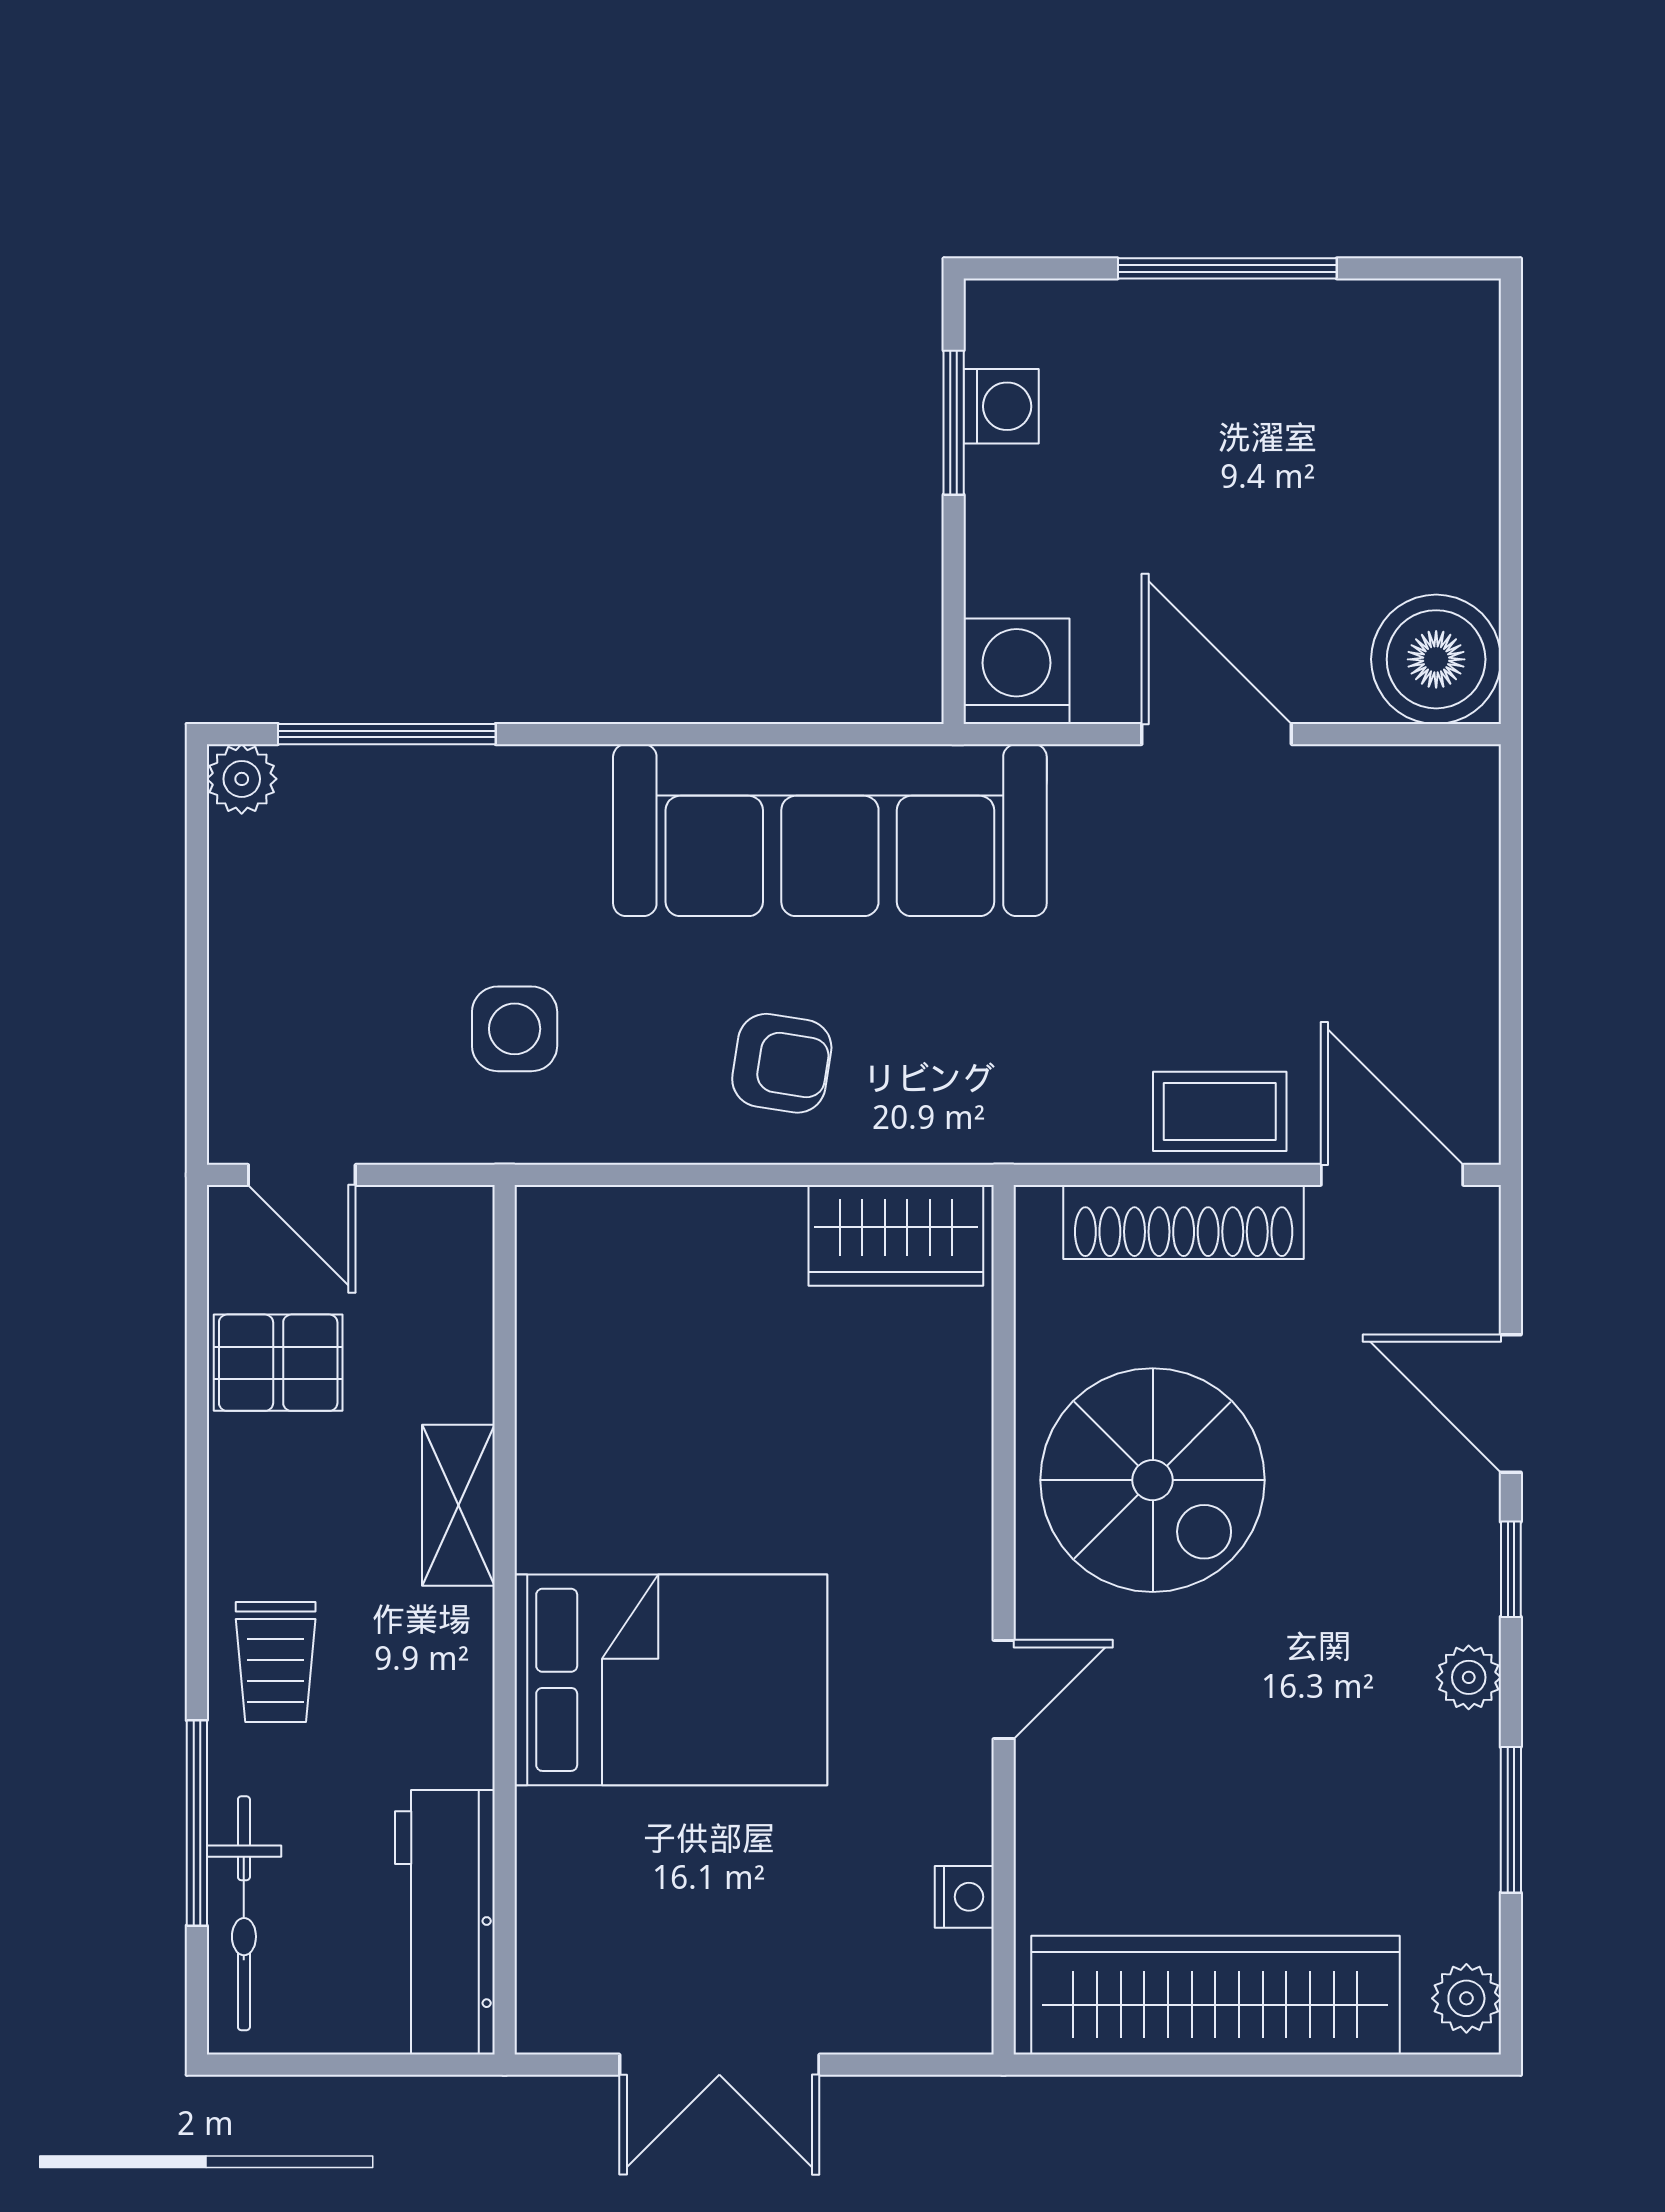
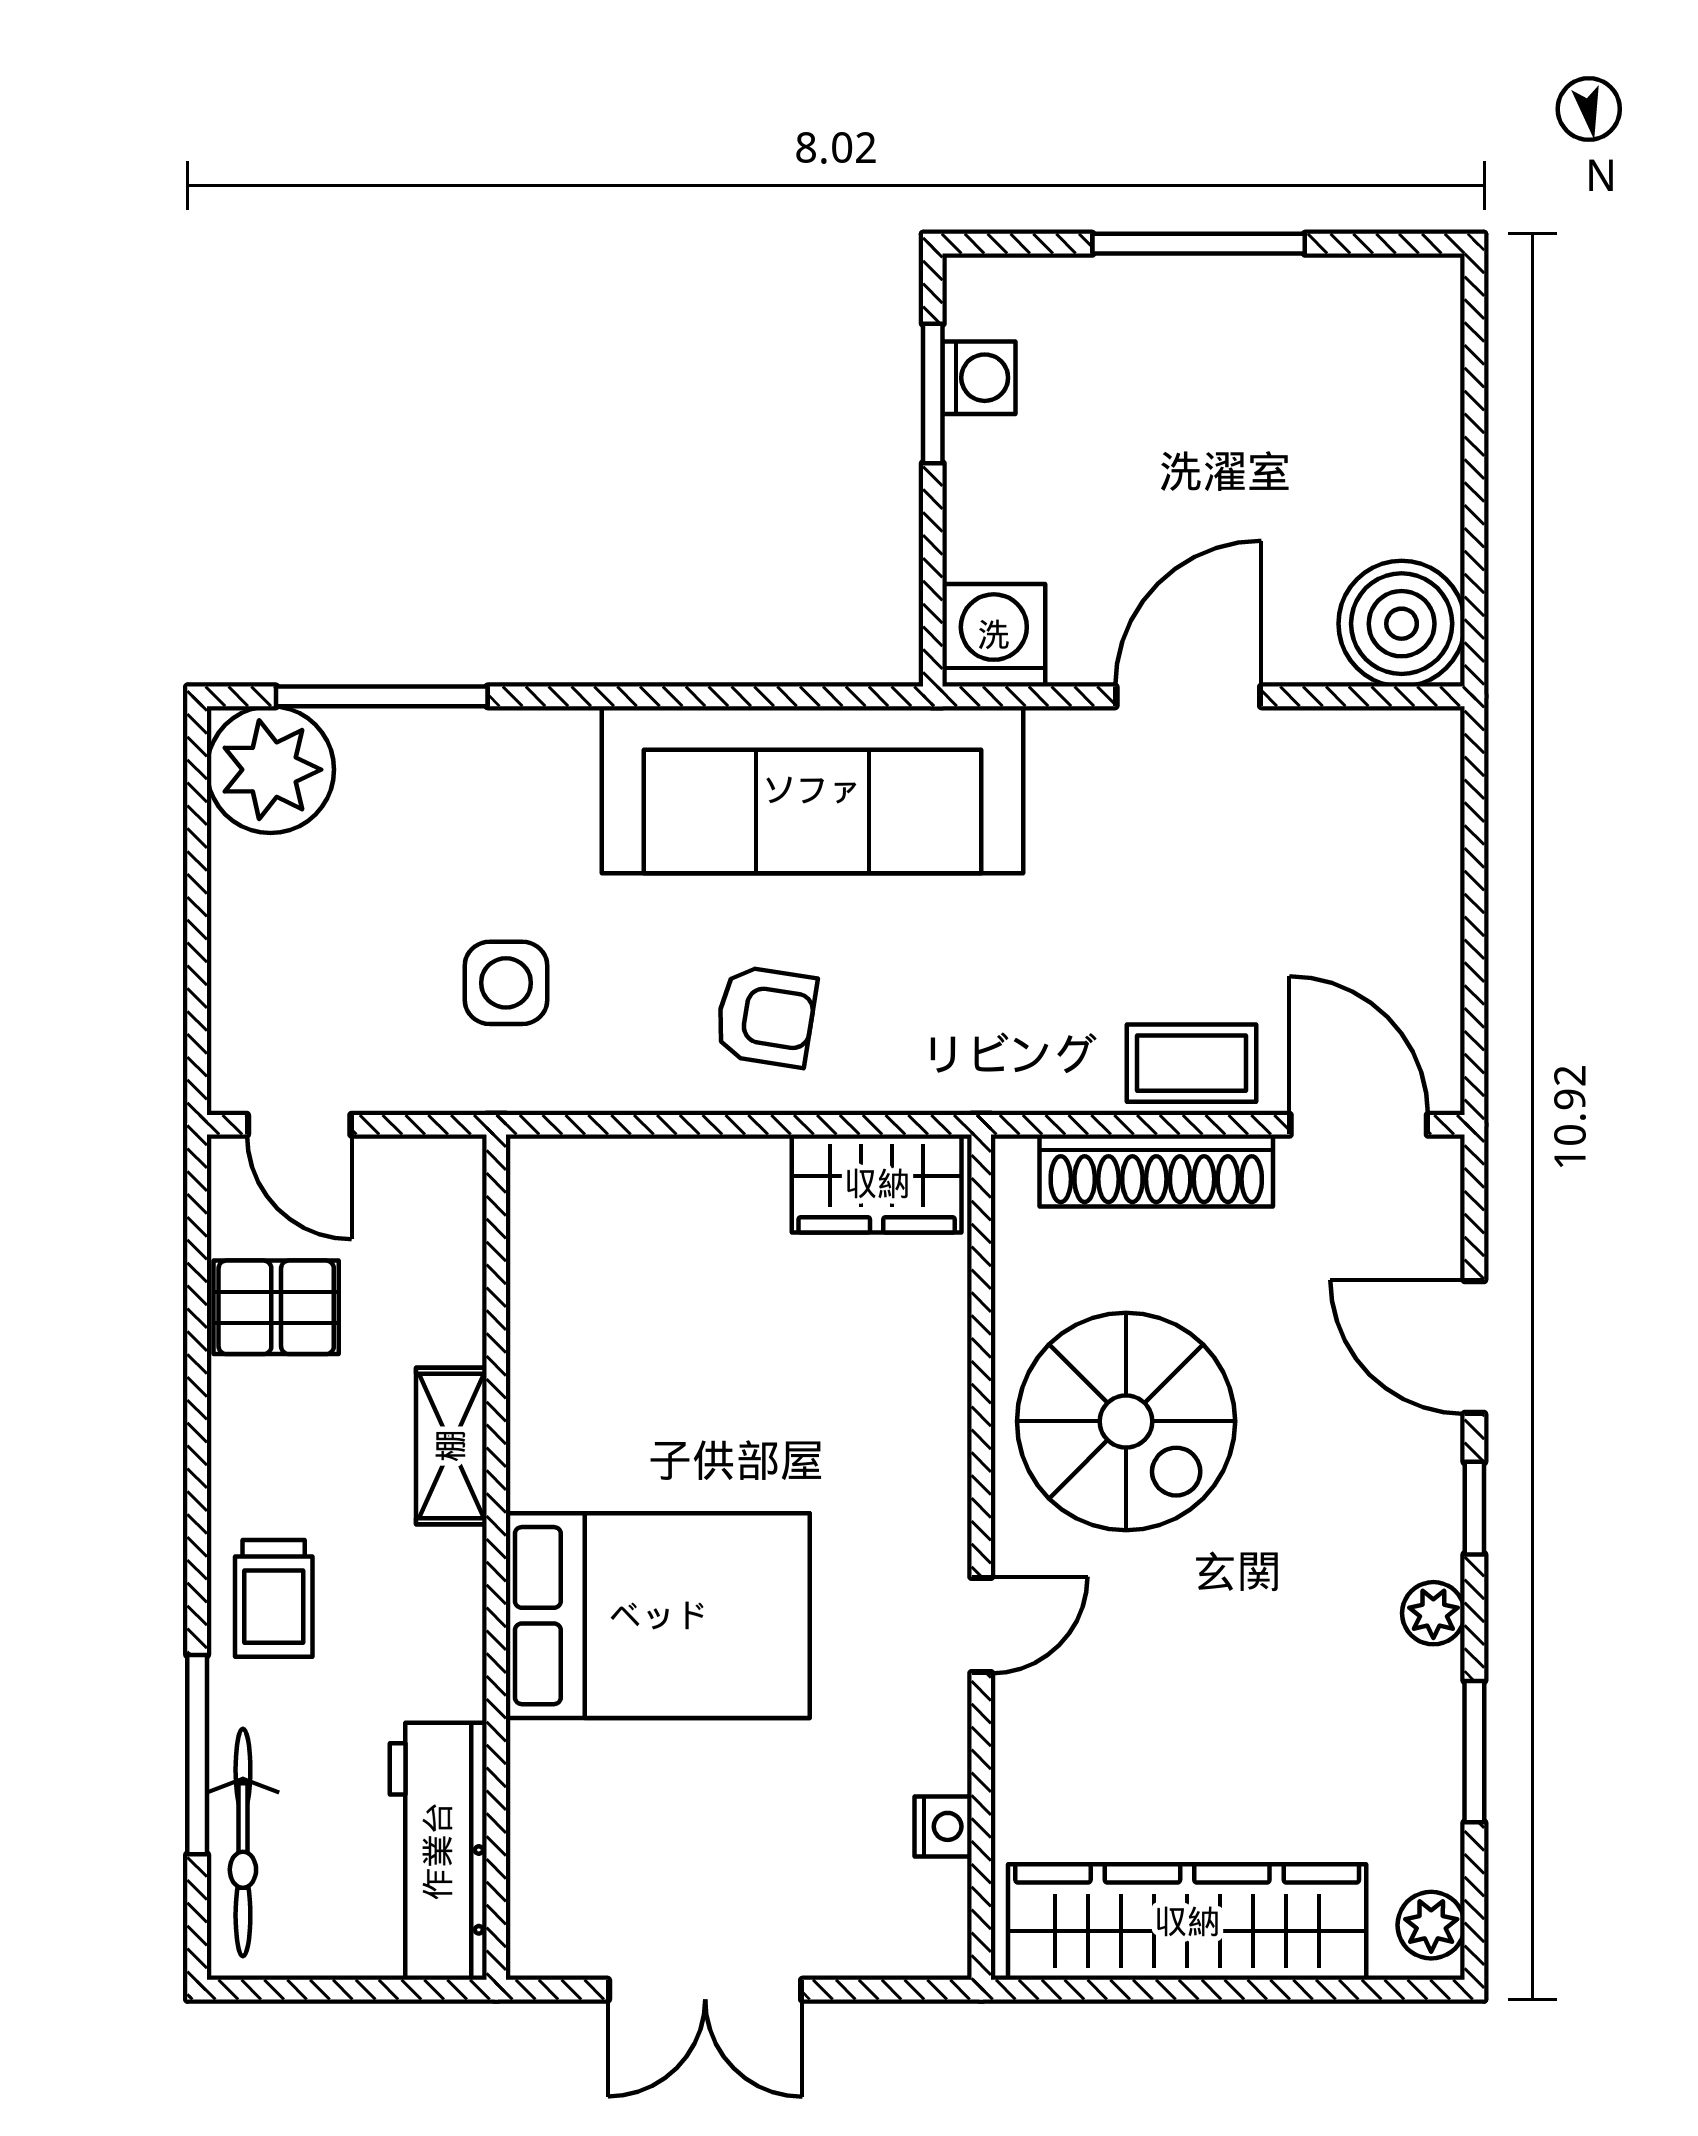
door: (1217, 734) -> (1188, 696), hinge flipped
plant: (242, 779) -> (270, 770), width x1.87, depth x1.87

